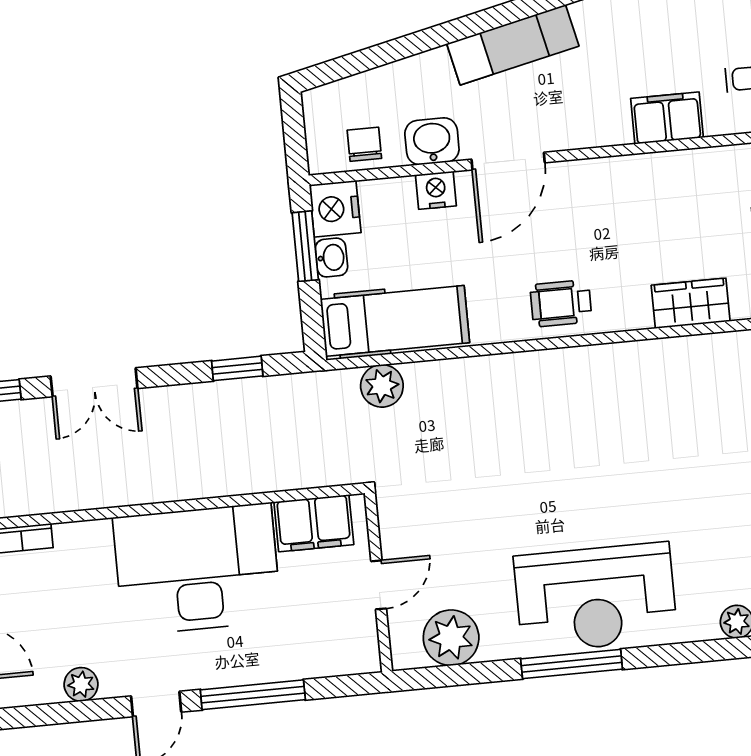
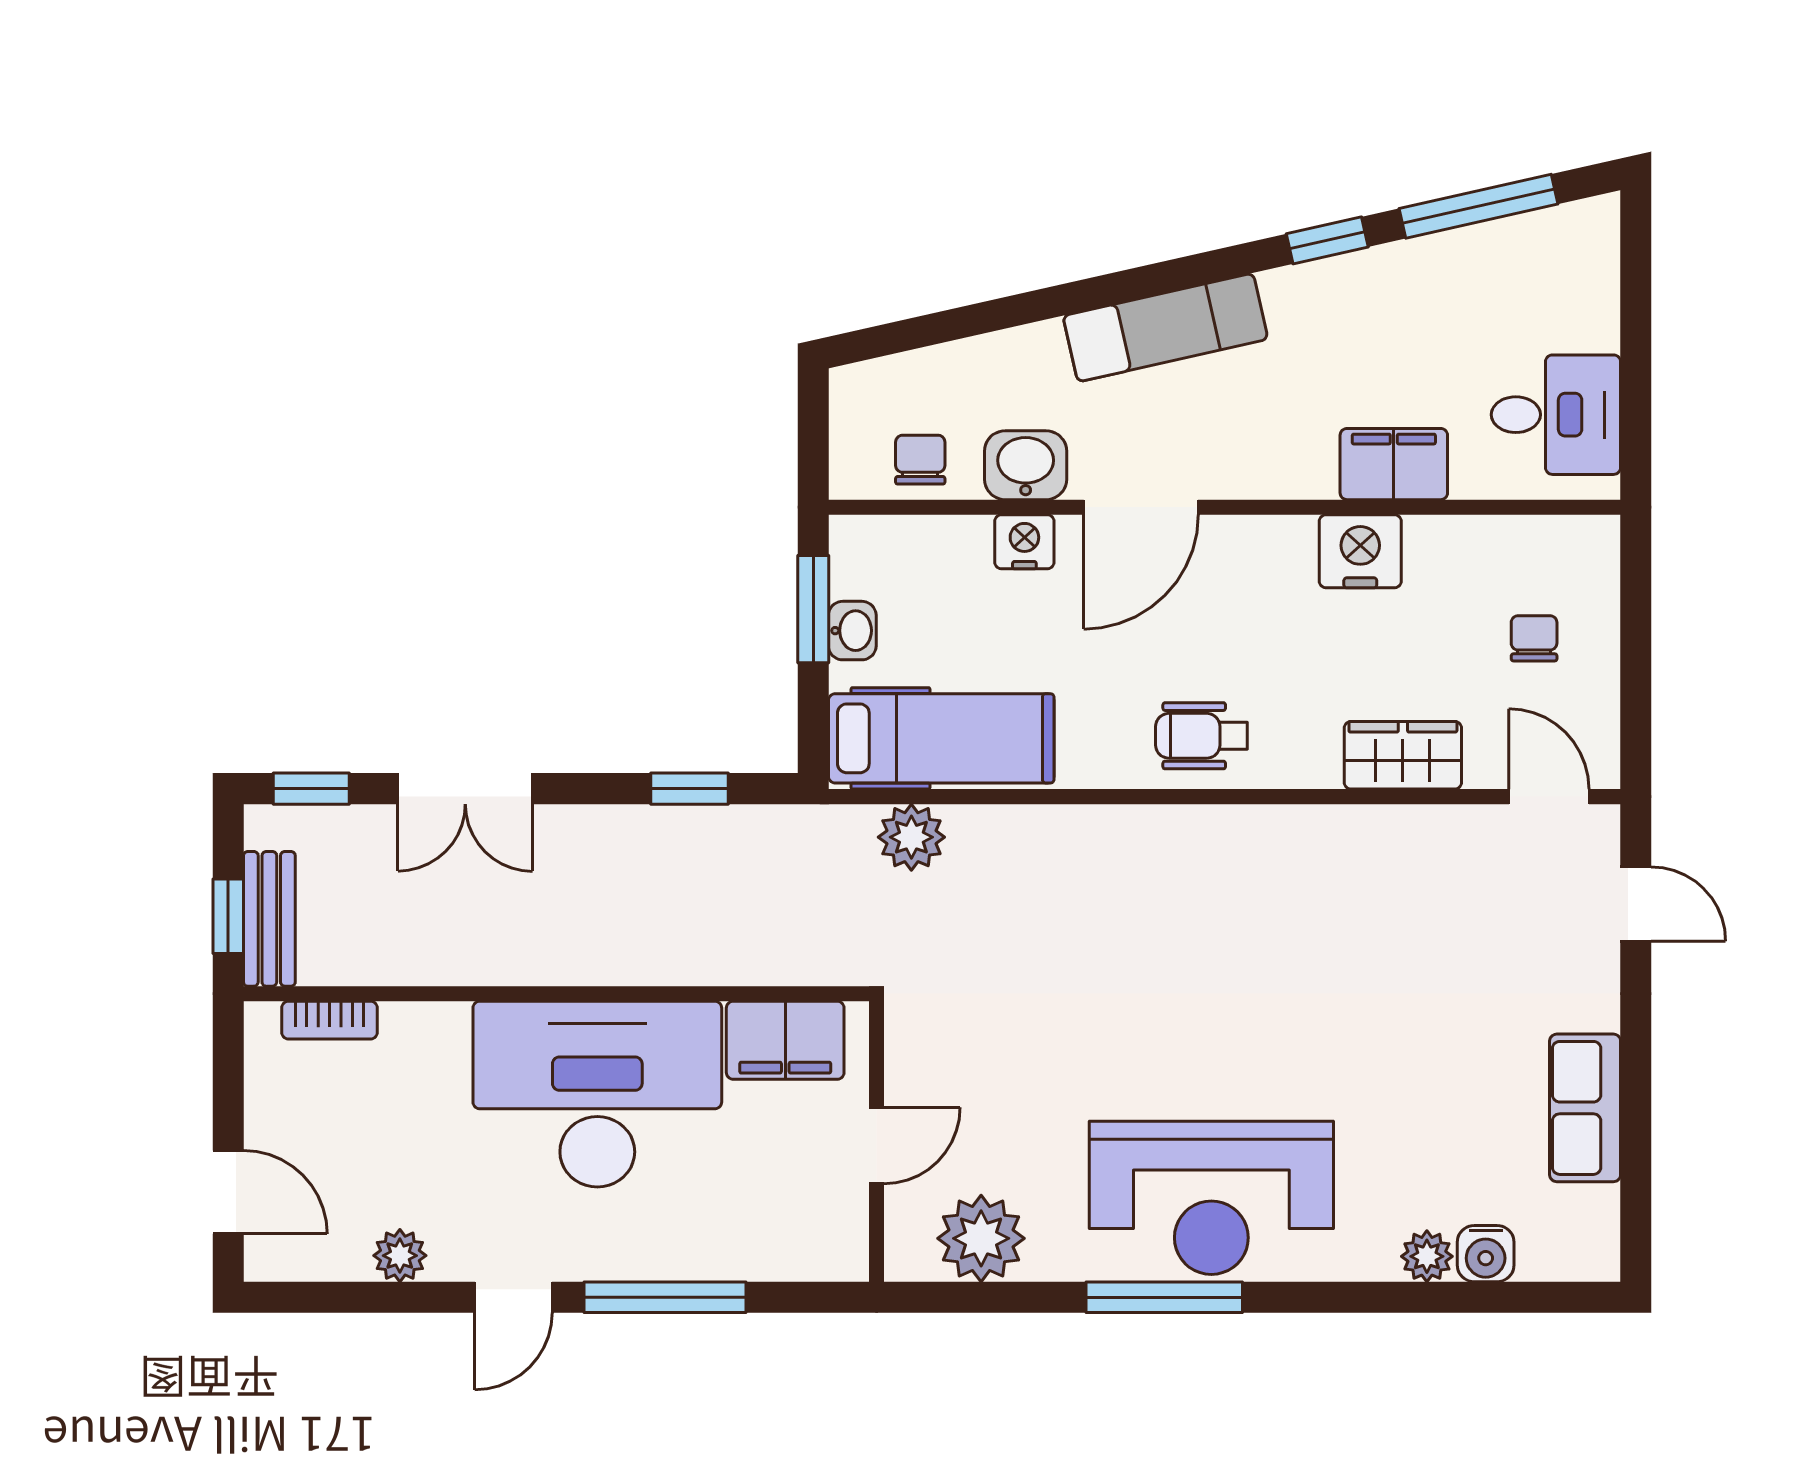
nightstand: (335, 209) -> (1360, 551), moved, turned 90

